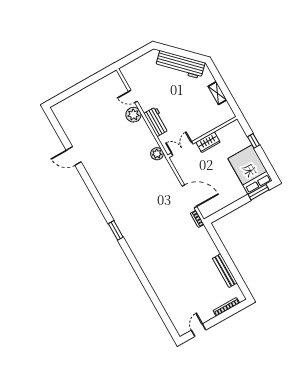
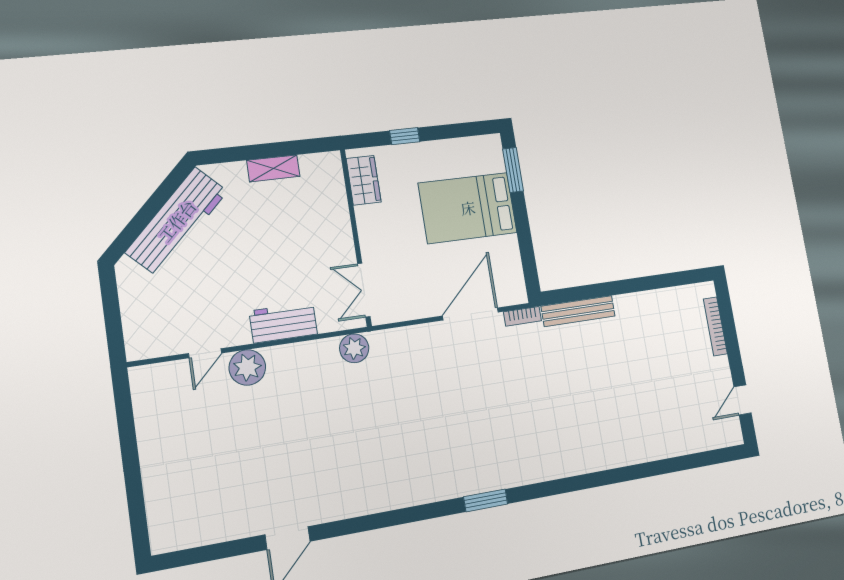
wardrobe: (208, 142) -> (364, 180), moved
bed: (250, 170) -> (468, 208), moved
bench: (225, 271) -> (578, 311), moved
door: (199, 330) -> (743, 400), hinge flipped

